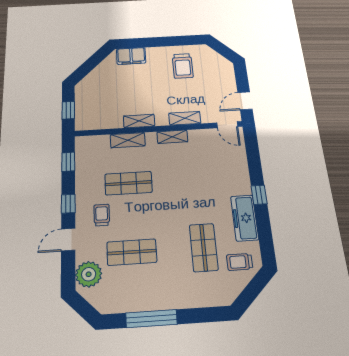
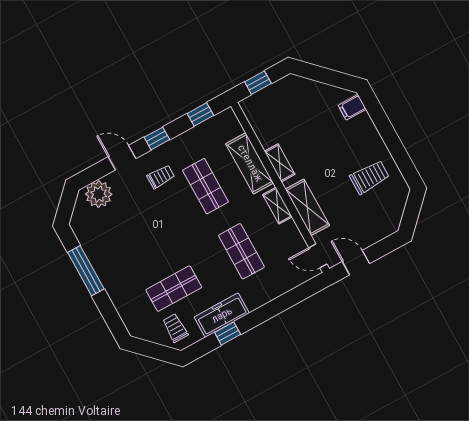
filing cabinet: (131, 56) -> (352, 107), width x0.50
trolley: (183, 66) -> (370, 177), turned 180
shelving: (185, 118) -> (307, 207), width x1.50, depth x1.33
door: (227, 125) -> (318, 256), hinge flipped
shelving: (128, 140) -> (250, 163), width x1.50, depth x1.33
window: (259, 195) -> (228, 333), moved
shop shelf: (132, 252) -> (241, 251), moved

